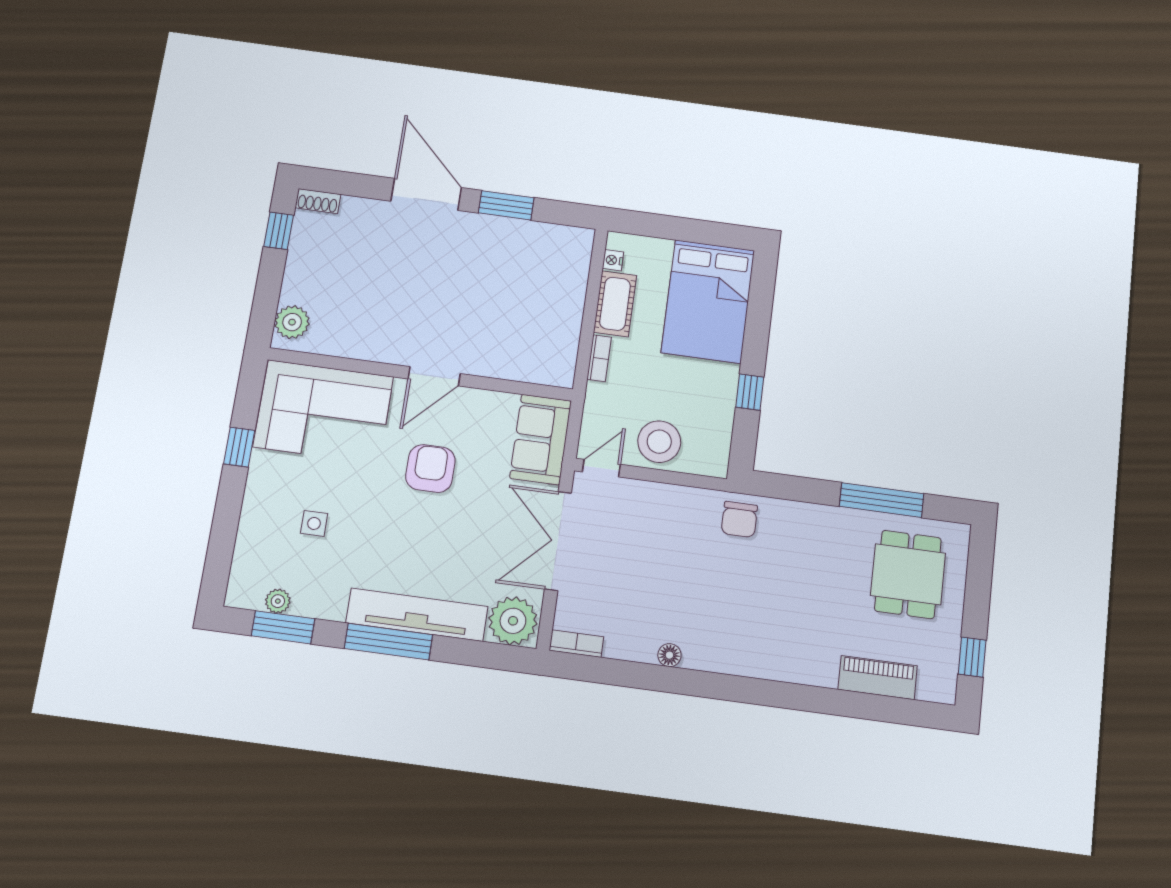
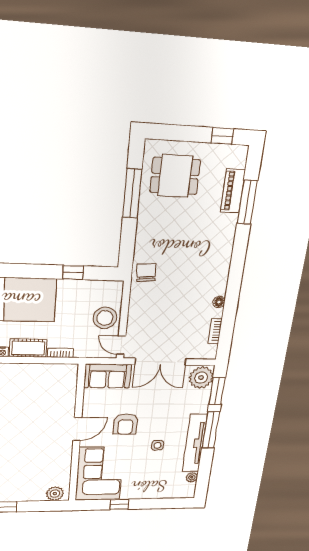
door: (434, 376) -> (77, 429), hinge flipped
armchair: (430, 468) -> (126, 424), turned -90
chair: (739, 519) -> (146, 272), turned -95
side table: (314, 523) -> (158, 445), moved
tv unit: (417, 615) -> (195, 443), moved
window: (283, 627) -> (217, 391), moved
bookcase: (576, 644) -> (215, 331), moved
window: (856, 705) -> (247, 202), added

